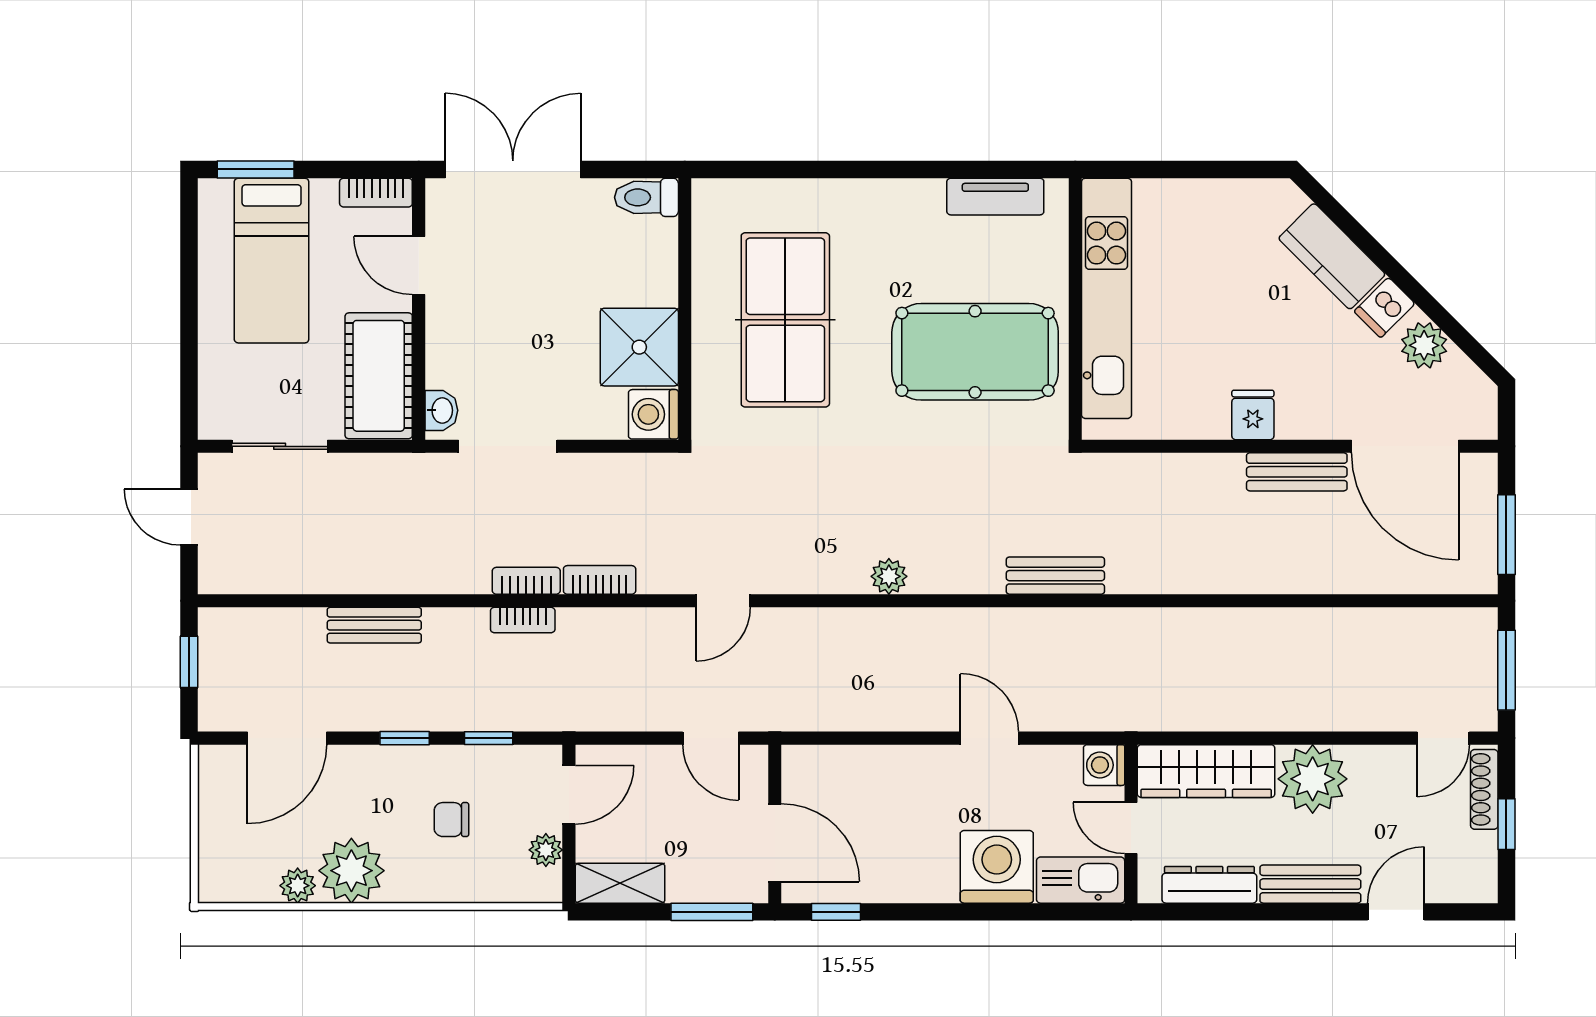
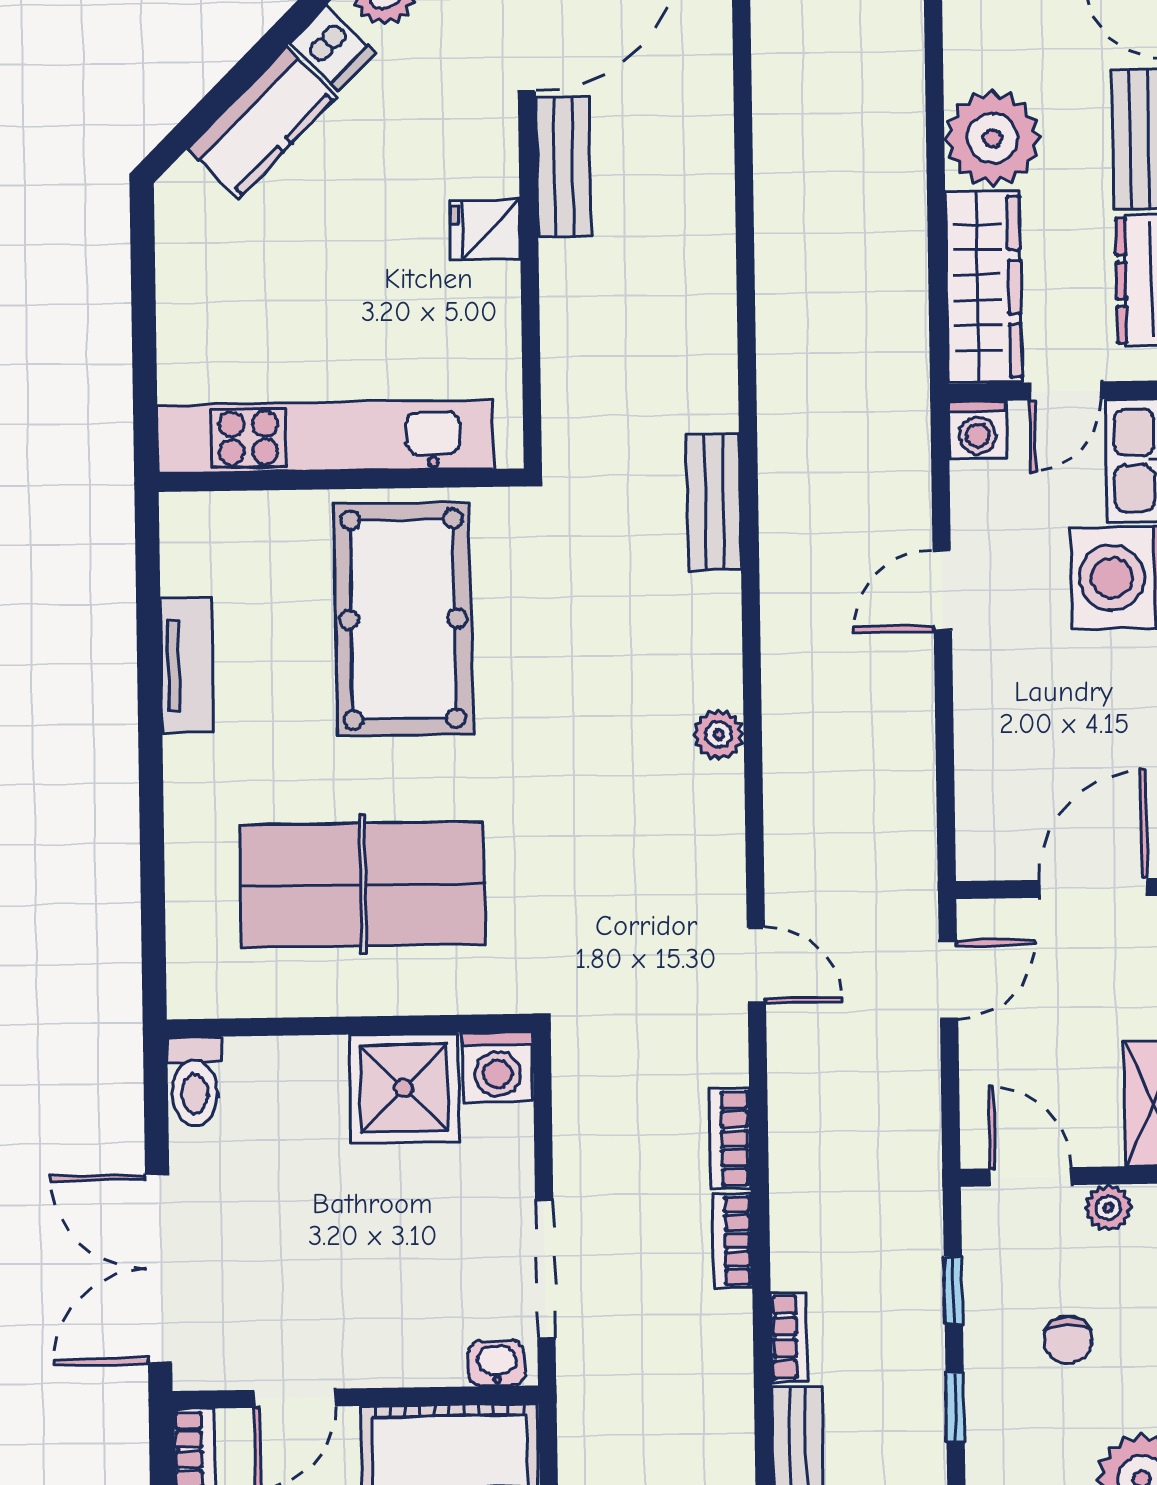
tv unit: (995, 197) -> (187, 665), moved
bookcase: (523, 620) -> (789, 1337), moved

